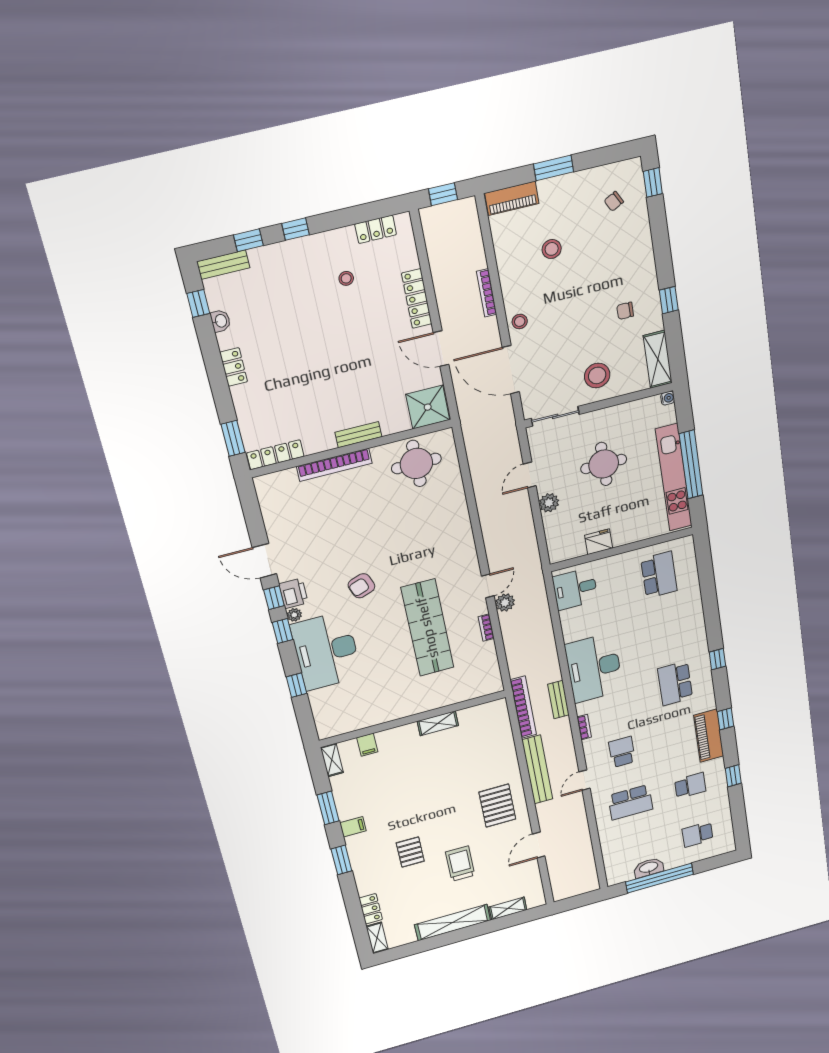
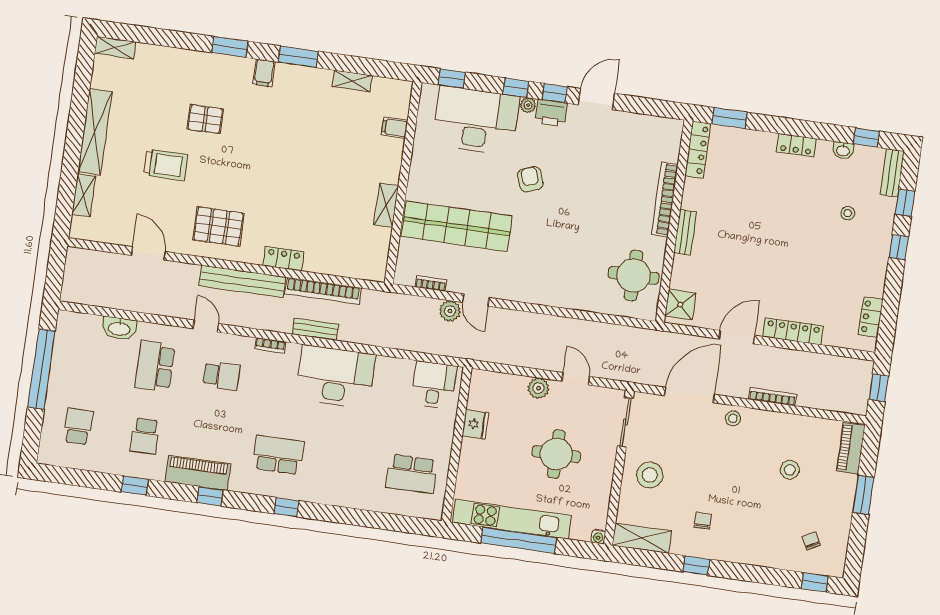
stool: (346, 278) -> (848, 213), moved
shower: (428, 407) -> (680, 305), width x0.73, depth x0.73
wall: (413, 719) -> (403, 183), moved
shelving: (438, 723) -> (386, 205), moved
filing cabinet: (367, 745) -> (395, 128), moved
washbasin: (649, 868) -> (119, 328), moved, turned 90
locker: (371, 909) -> (283, 259), moved, turned 180

